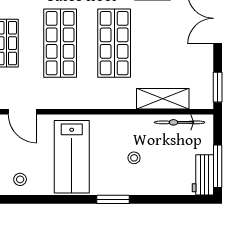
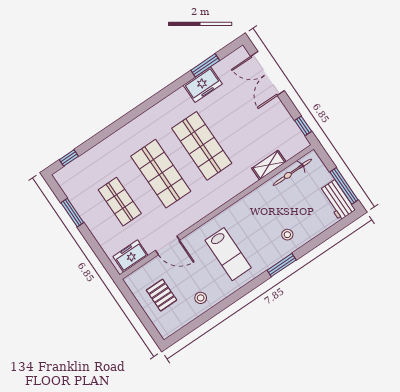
window: (218, 87) -> (303, 126), width x0.67
shelving: (163, 99) -> (269, 165), width x0.67, depth x0.75
lab bench: (72, 157) -> (228, 254), width x0.73, depth x0.72
stool: (134, 158) -> (287, 235), moved

